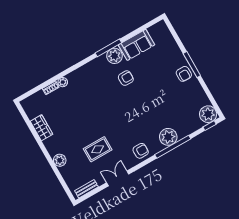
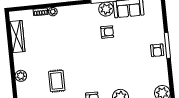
wardrobe: (42, 128) -> (17, 37), width x1.50
rug: (98, 149) -> (57, 81), turned 90

